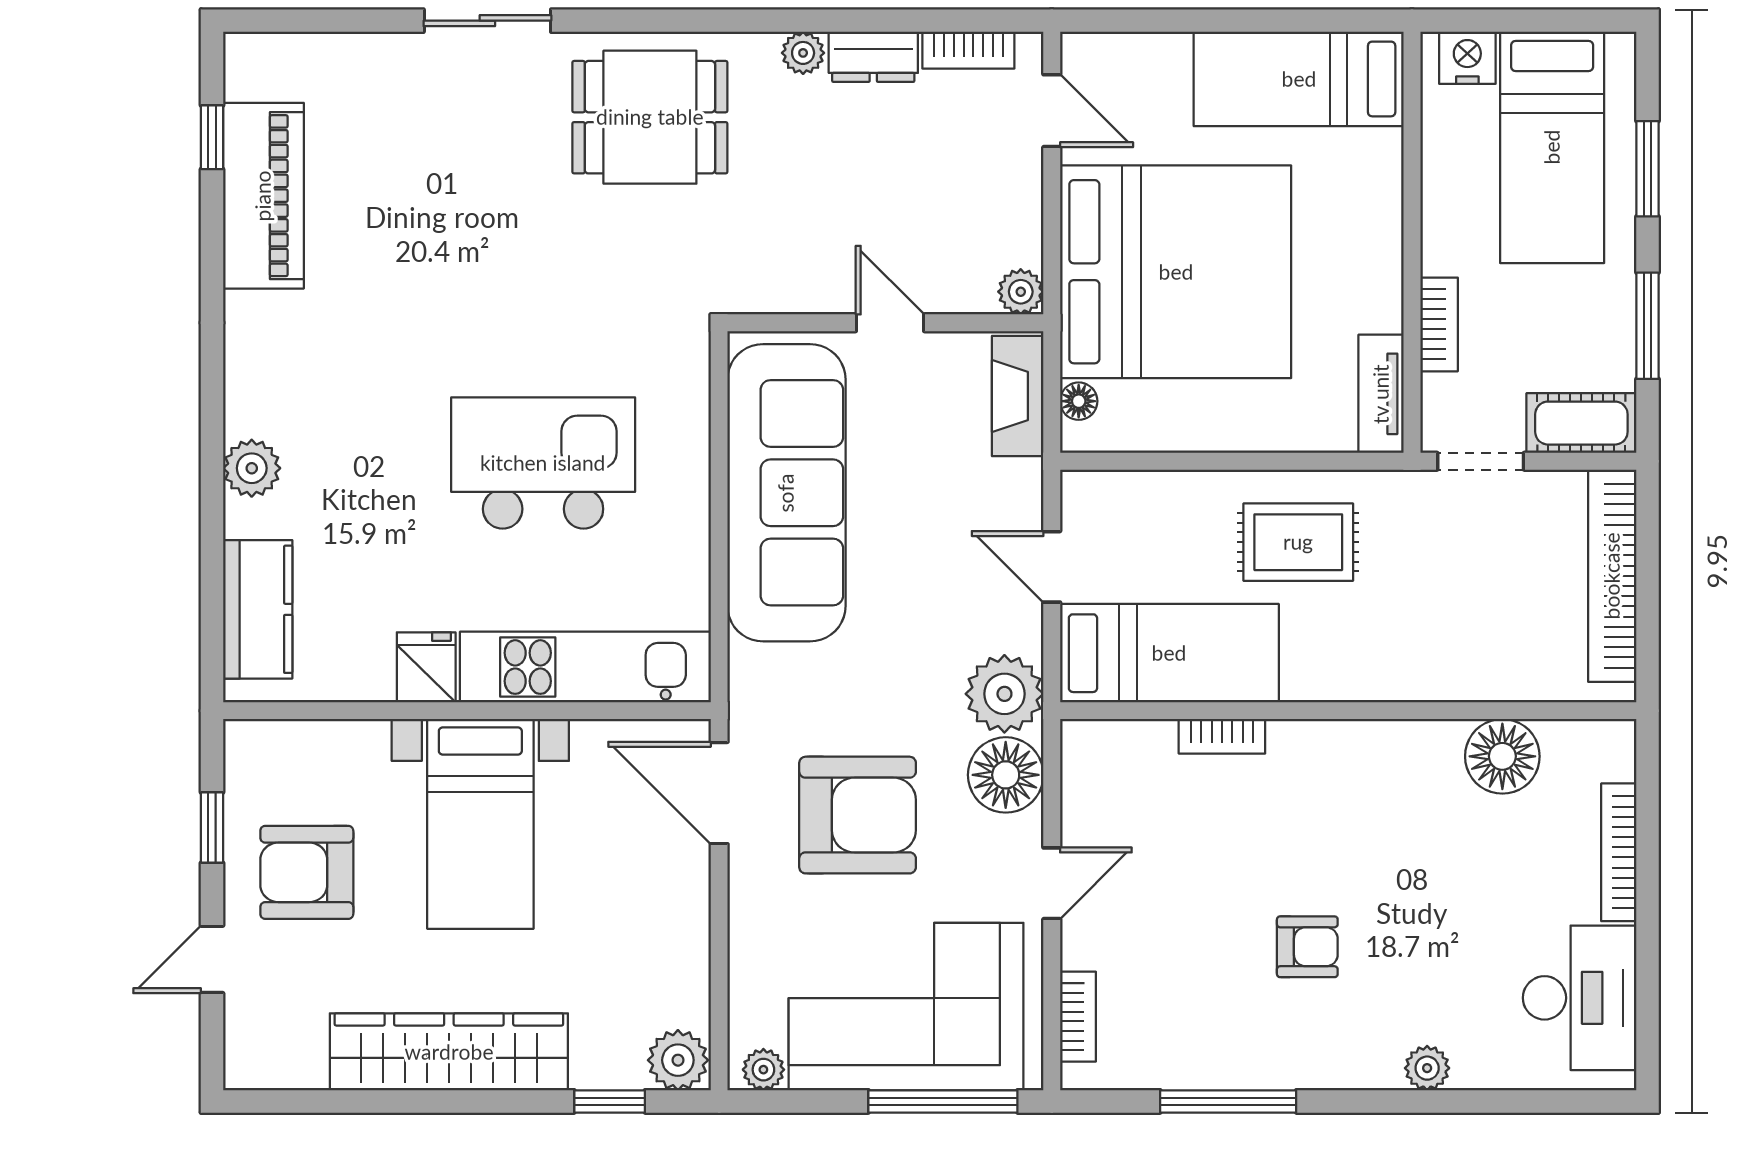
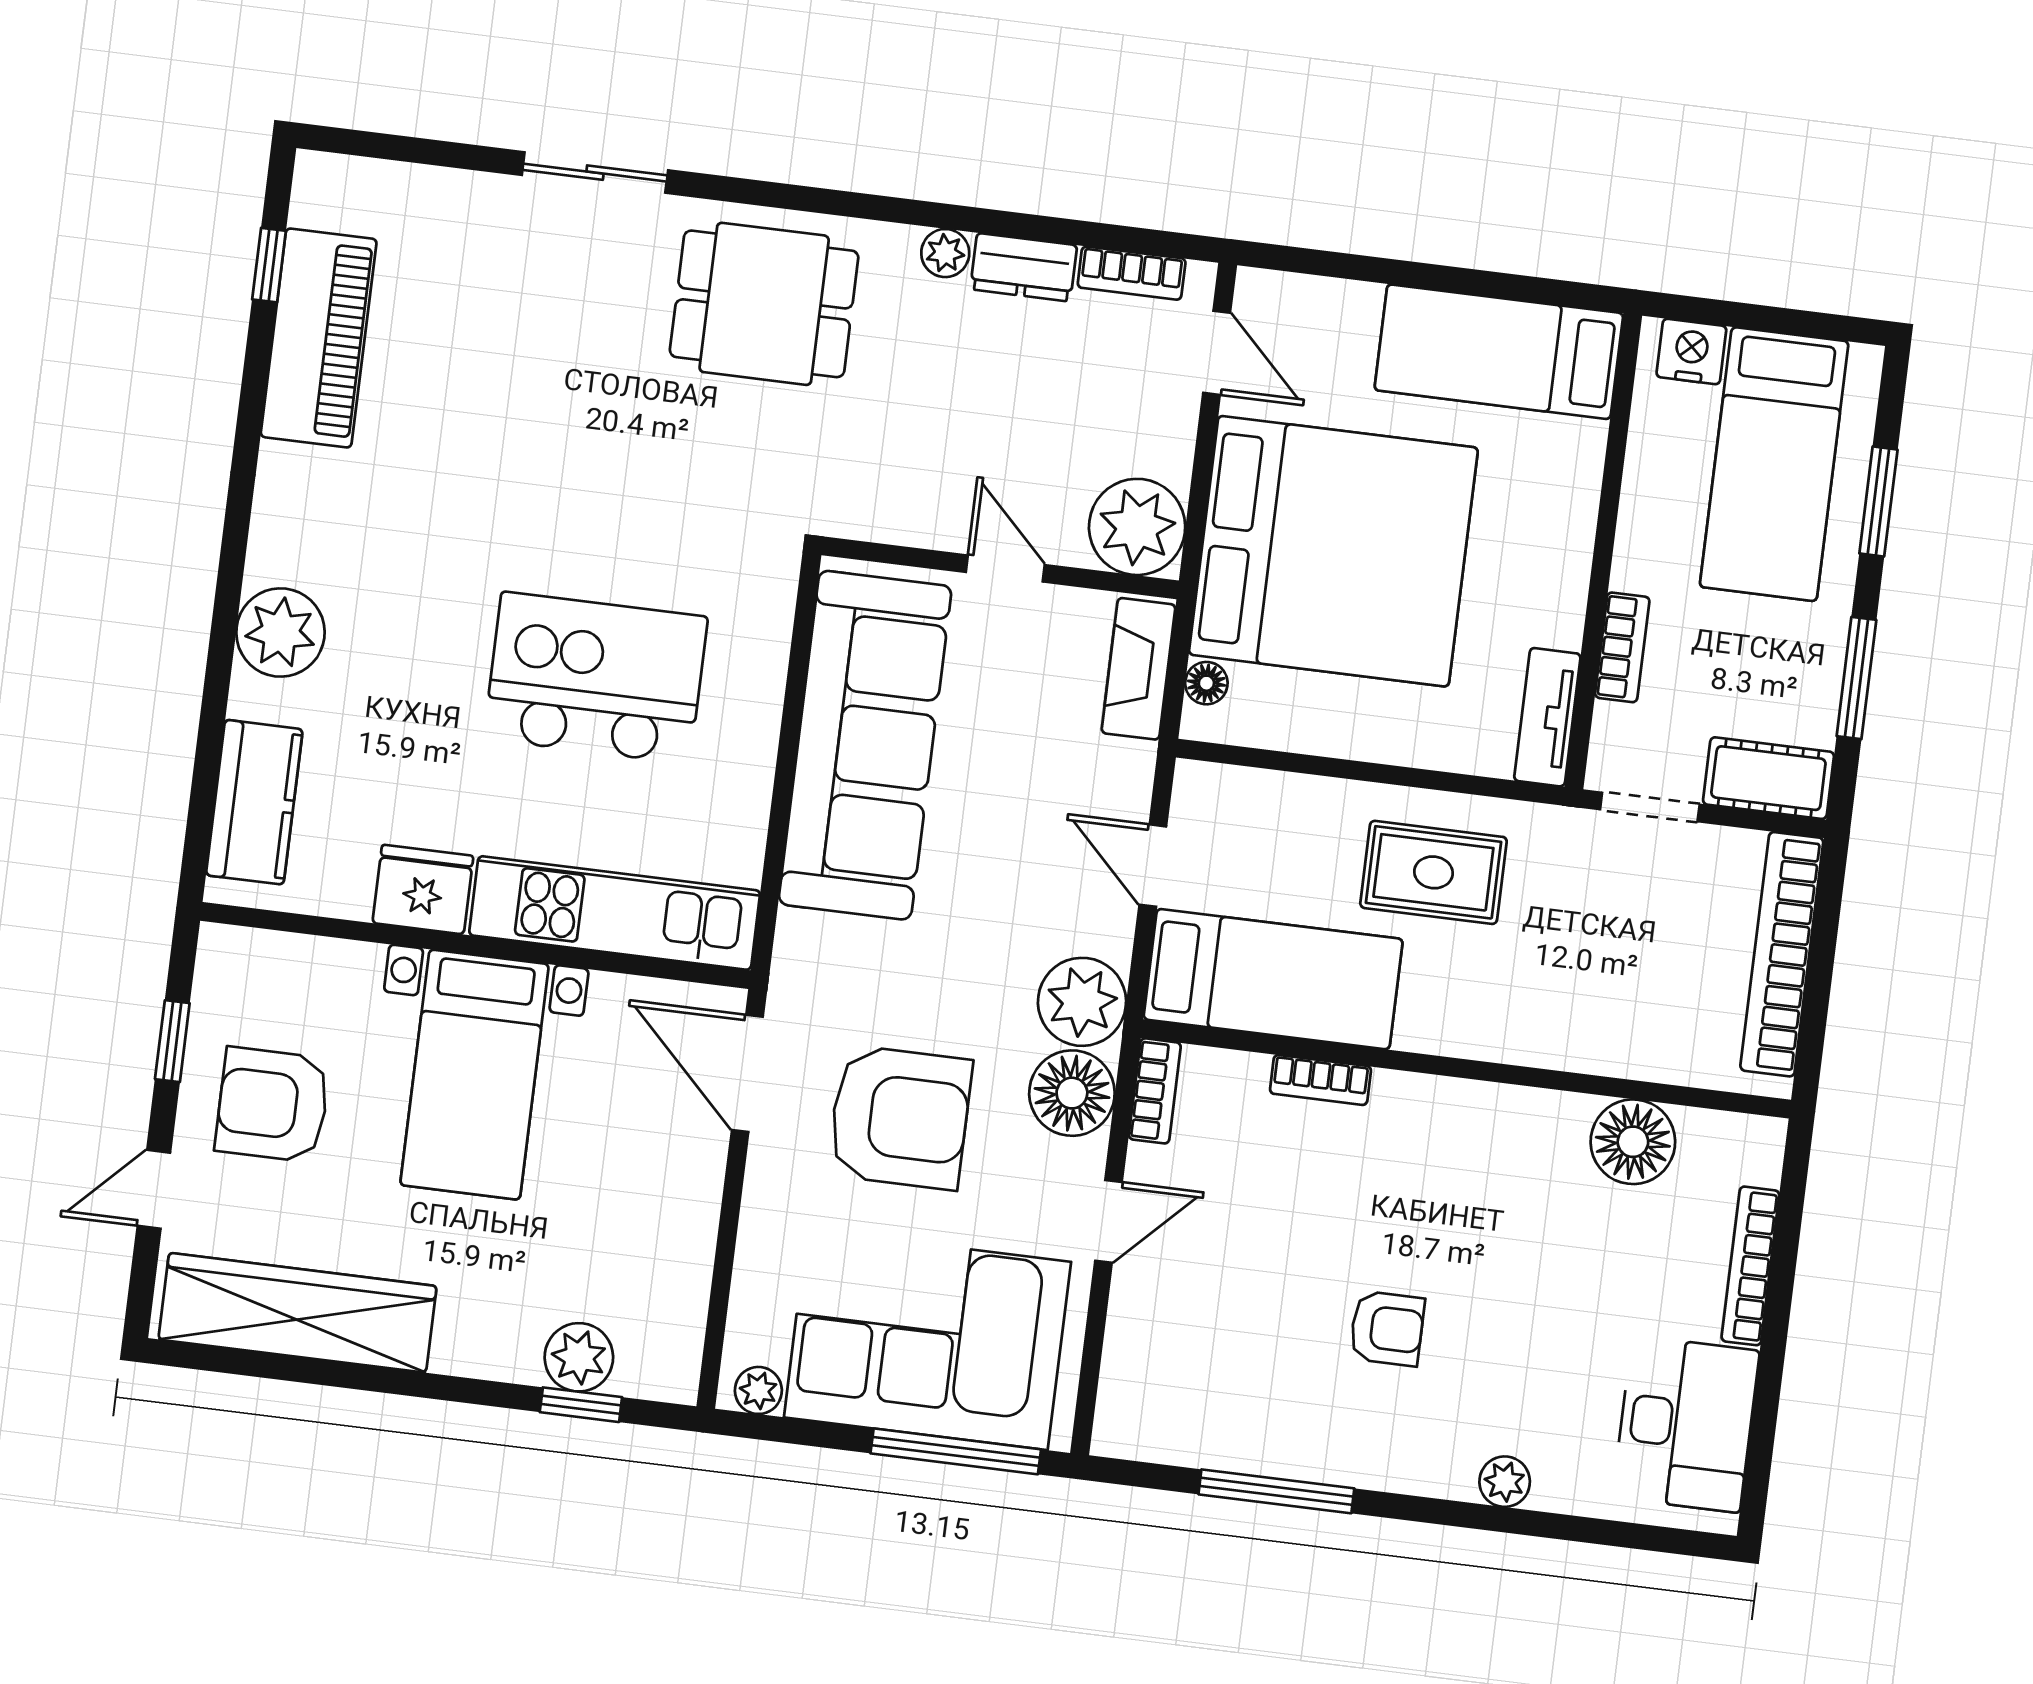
plant: (1021, 292) -> (1137, 527), width x1.87, depth x1.87
plant: (252, 468) -> (280, 632), width x1.36, depth x1.36
fridge: (426, 667) -> (423, 889), width x1.38
bookcase: (1078, 1017) -> (1155, 1091), moved
wardrobe: (449, 1052) -> (298, 1313), moved
plant: (678, 1060) -> (579, 1357), moved

